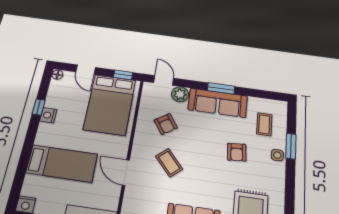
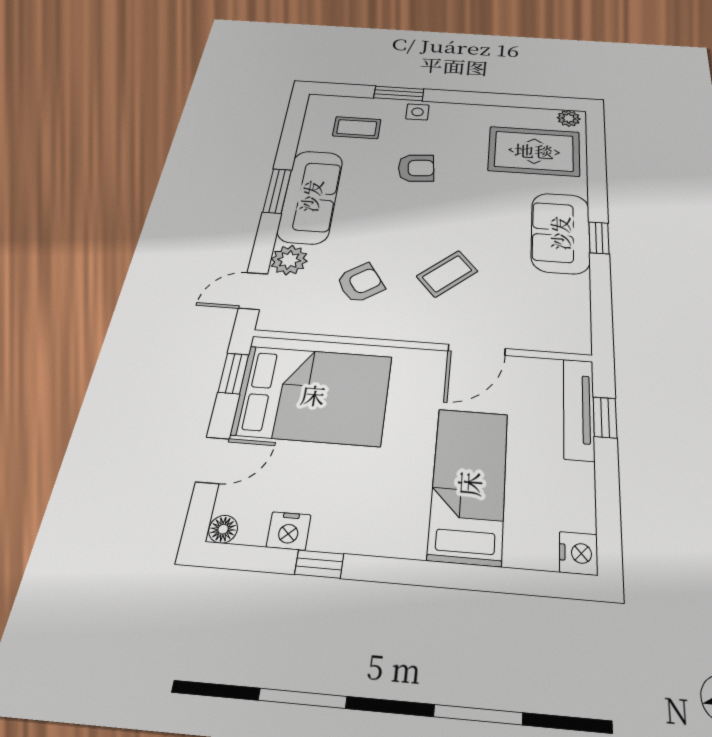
nightstand: (48, 115) -> (289, 531), moved

